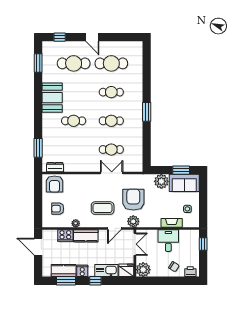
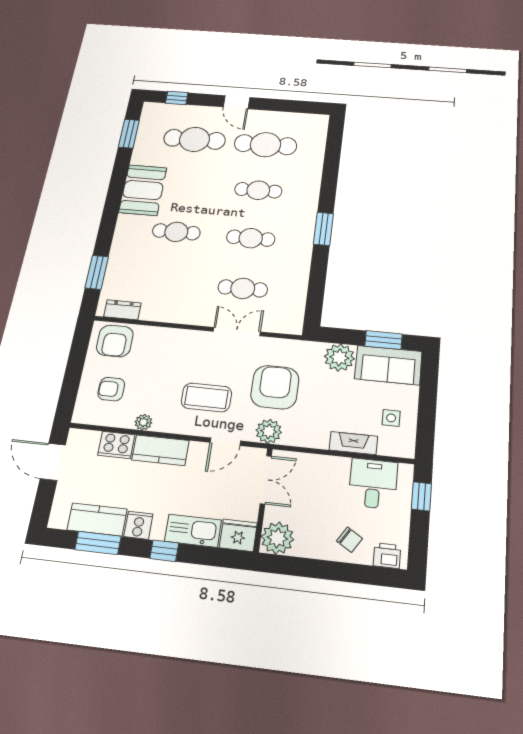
desk: (168, 241) -> (373, 484), moved

